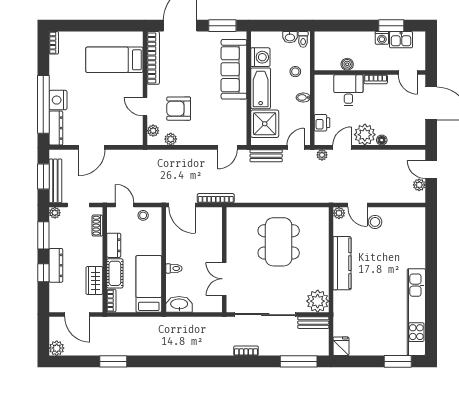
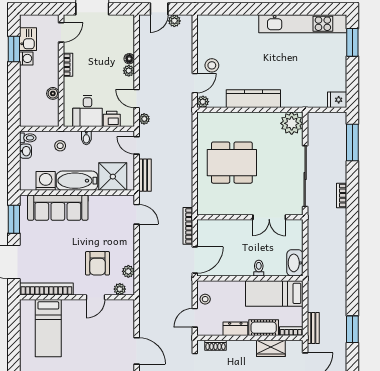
desk: (348, 90) -> (88, 111), moved, turned -90
plant: (365, 135) -> (129, 71), width x0.53, depth x0.53
bench: (313, 323) -> (313, 328), moved

